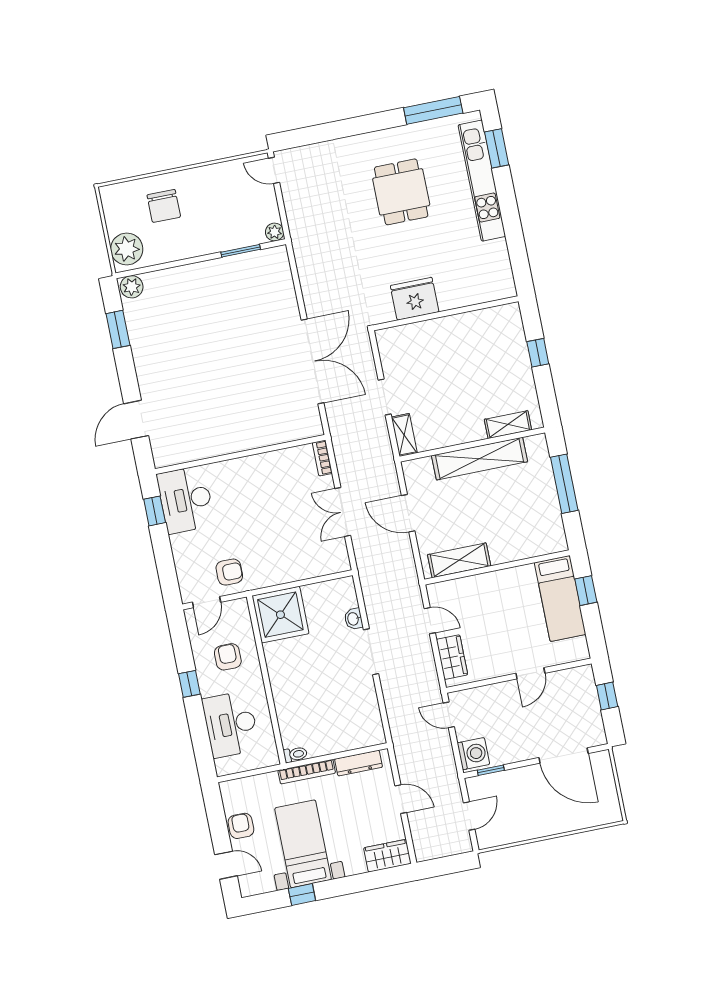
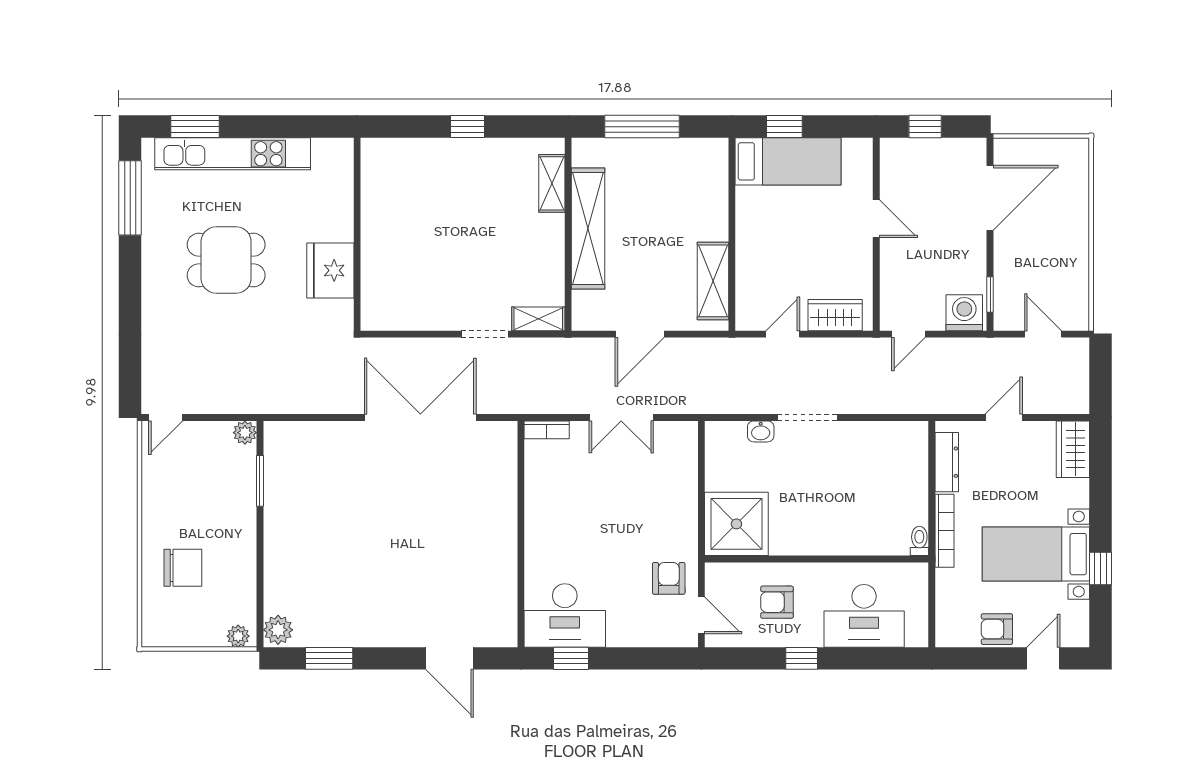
plant: (127, 249) -> (238, 636), width x0.53, depth x0.53
fridge: (415, 299) -> (330, 270), moved
wall: (446, 313) -> (357, 234), moved

